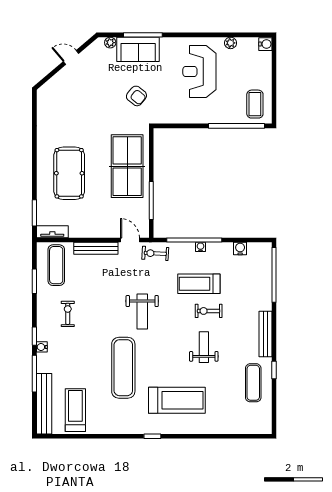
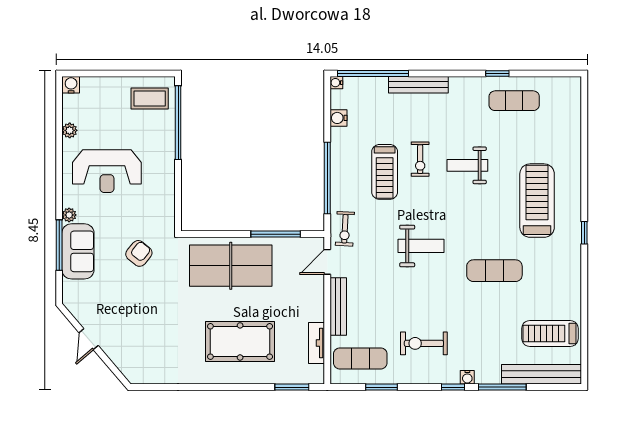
plant: (110, 43) -> (69, 215), moved
tv unit: (52, 232) -> (317, 343), moved
water cooler: (201, 247) -> (336, 83), moved
exercise bike: (68, 314) -> (424, 343), width x1.38, depth x1.39
bench: (265, 334) -> (418, 85), moved
exercise mat: (123, 368) -> (494, 271), width x0.73, depth x0.69

